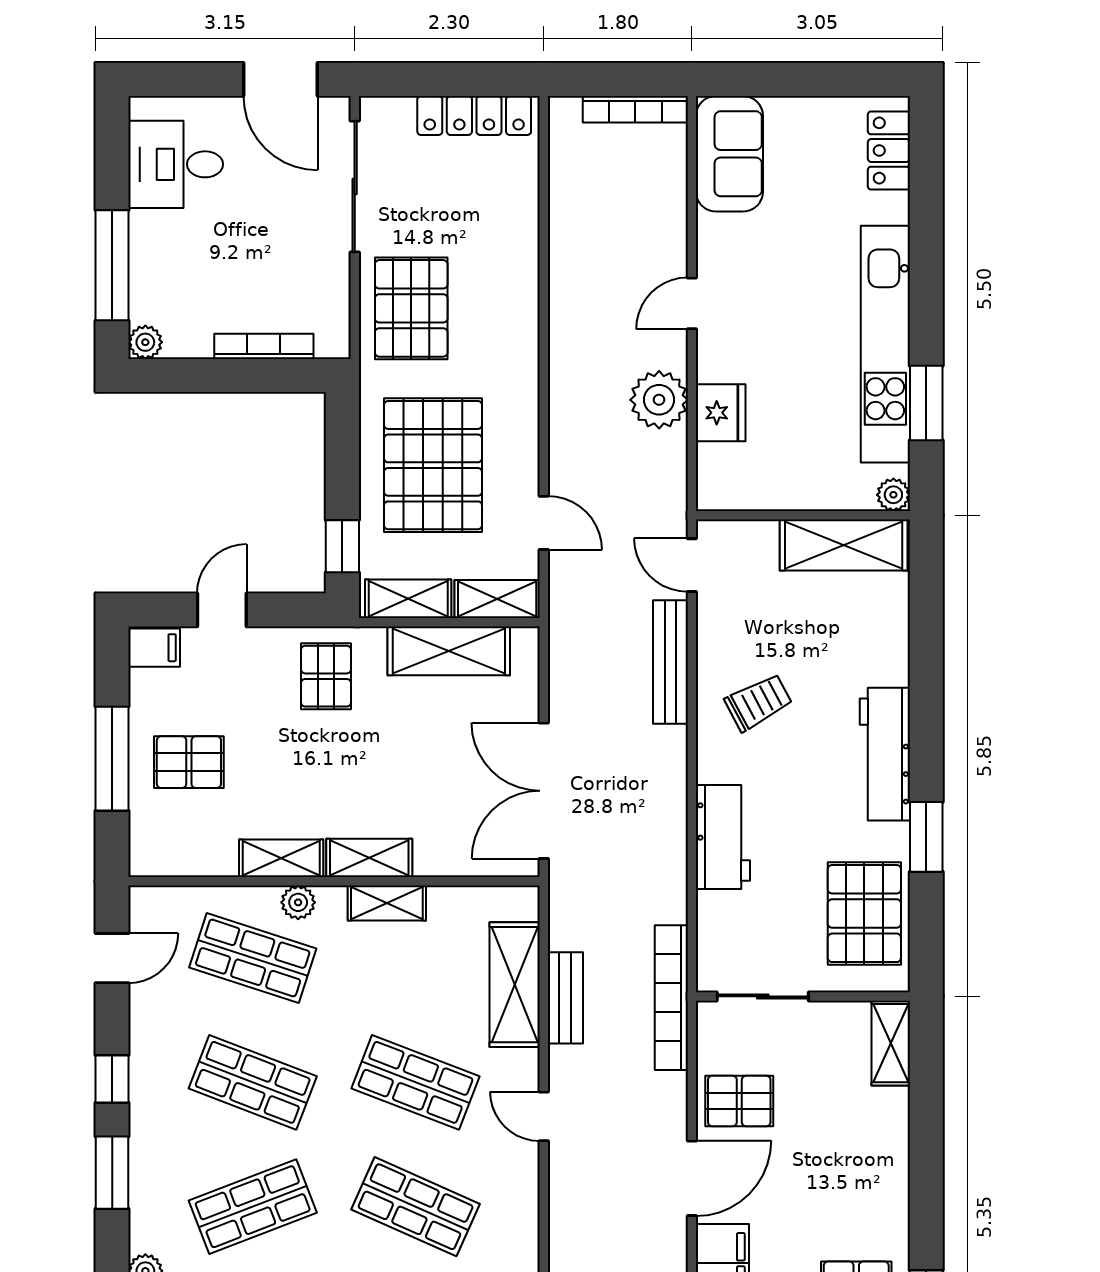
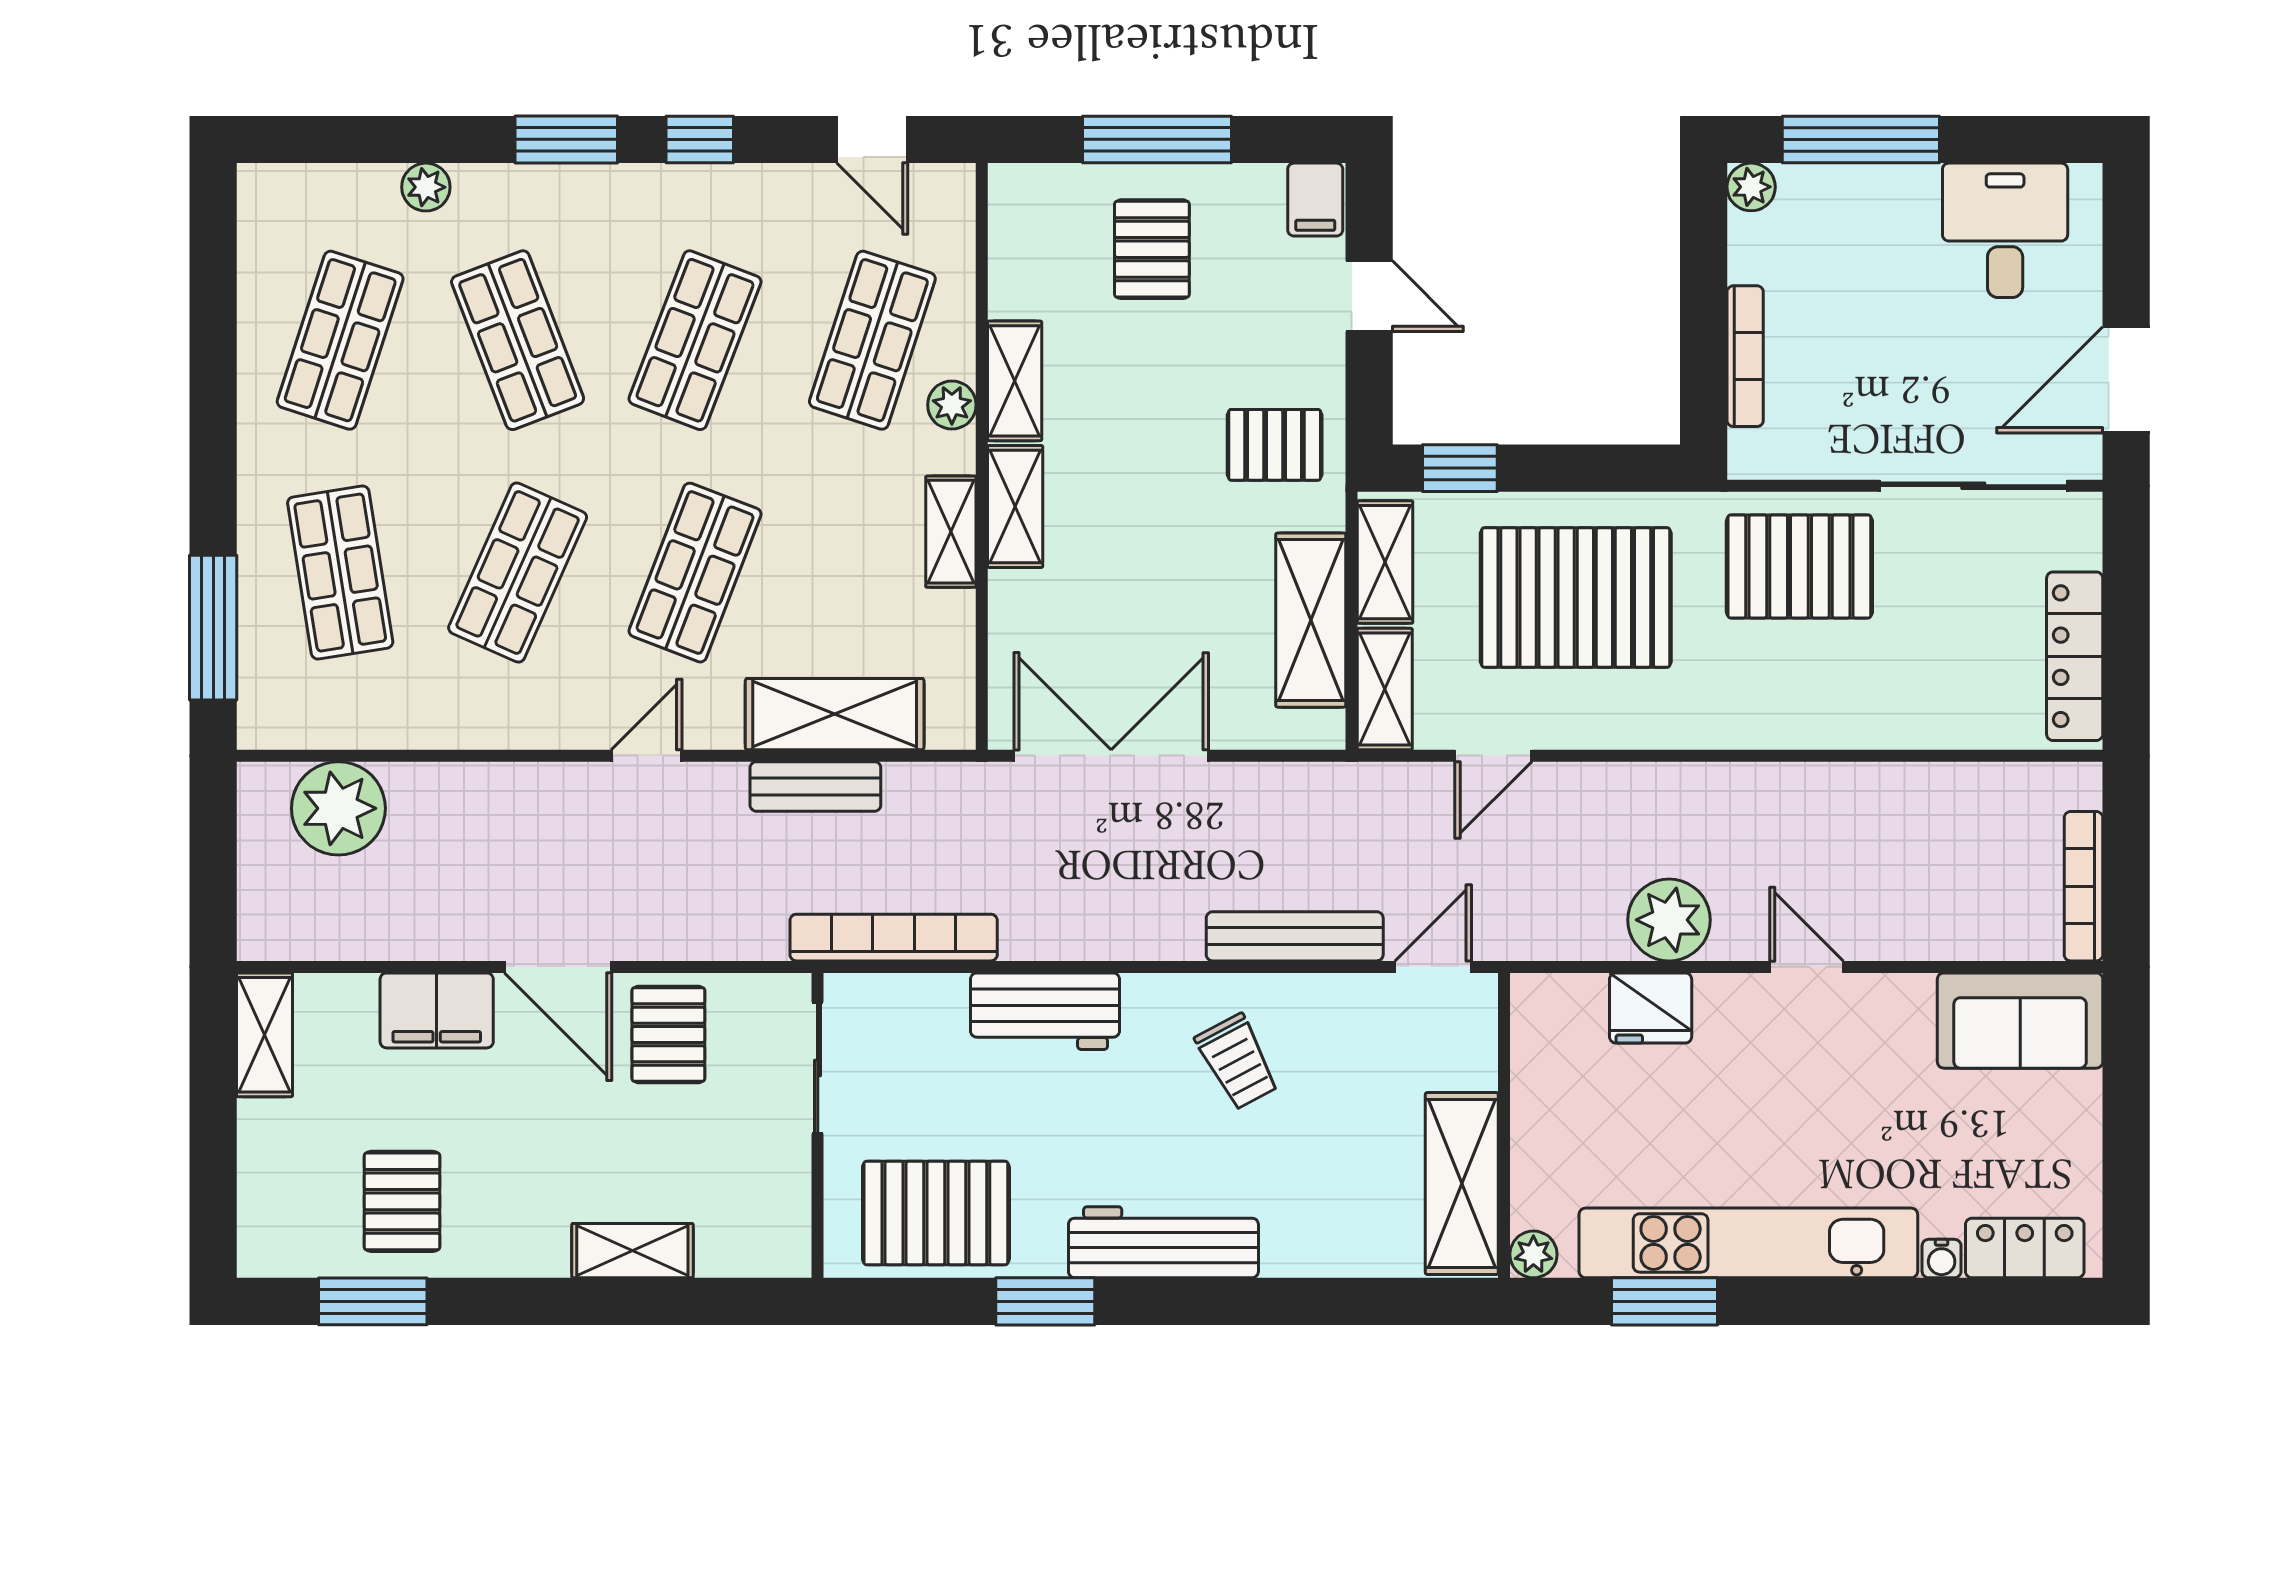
water cooler: (896, 209) -> (1942, 1259), added
bookcase: (671, 998) -> (894, 938), moved
shelving: (891, 1043) -> (632, 1251), moved

